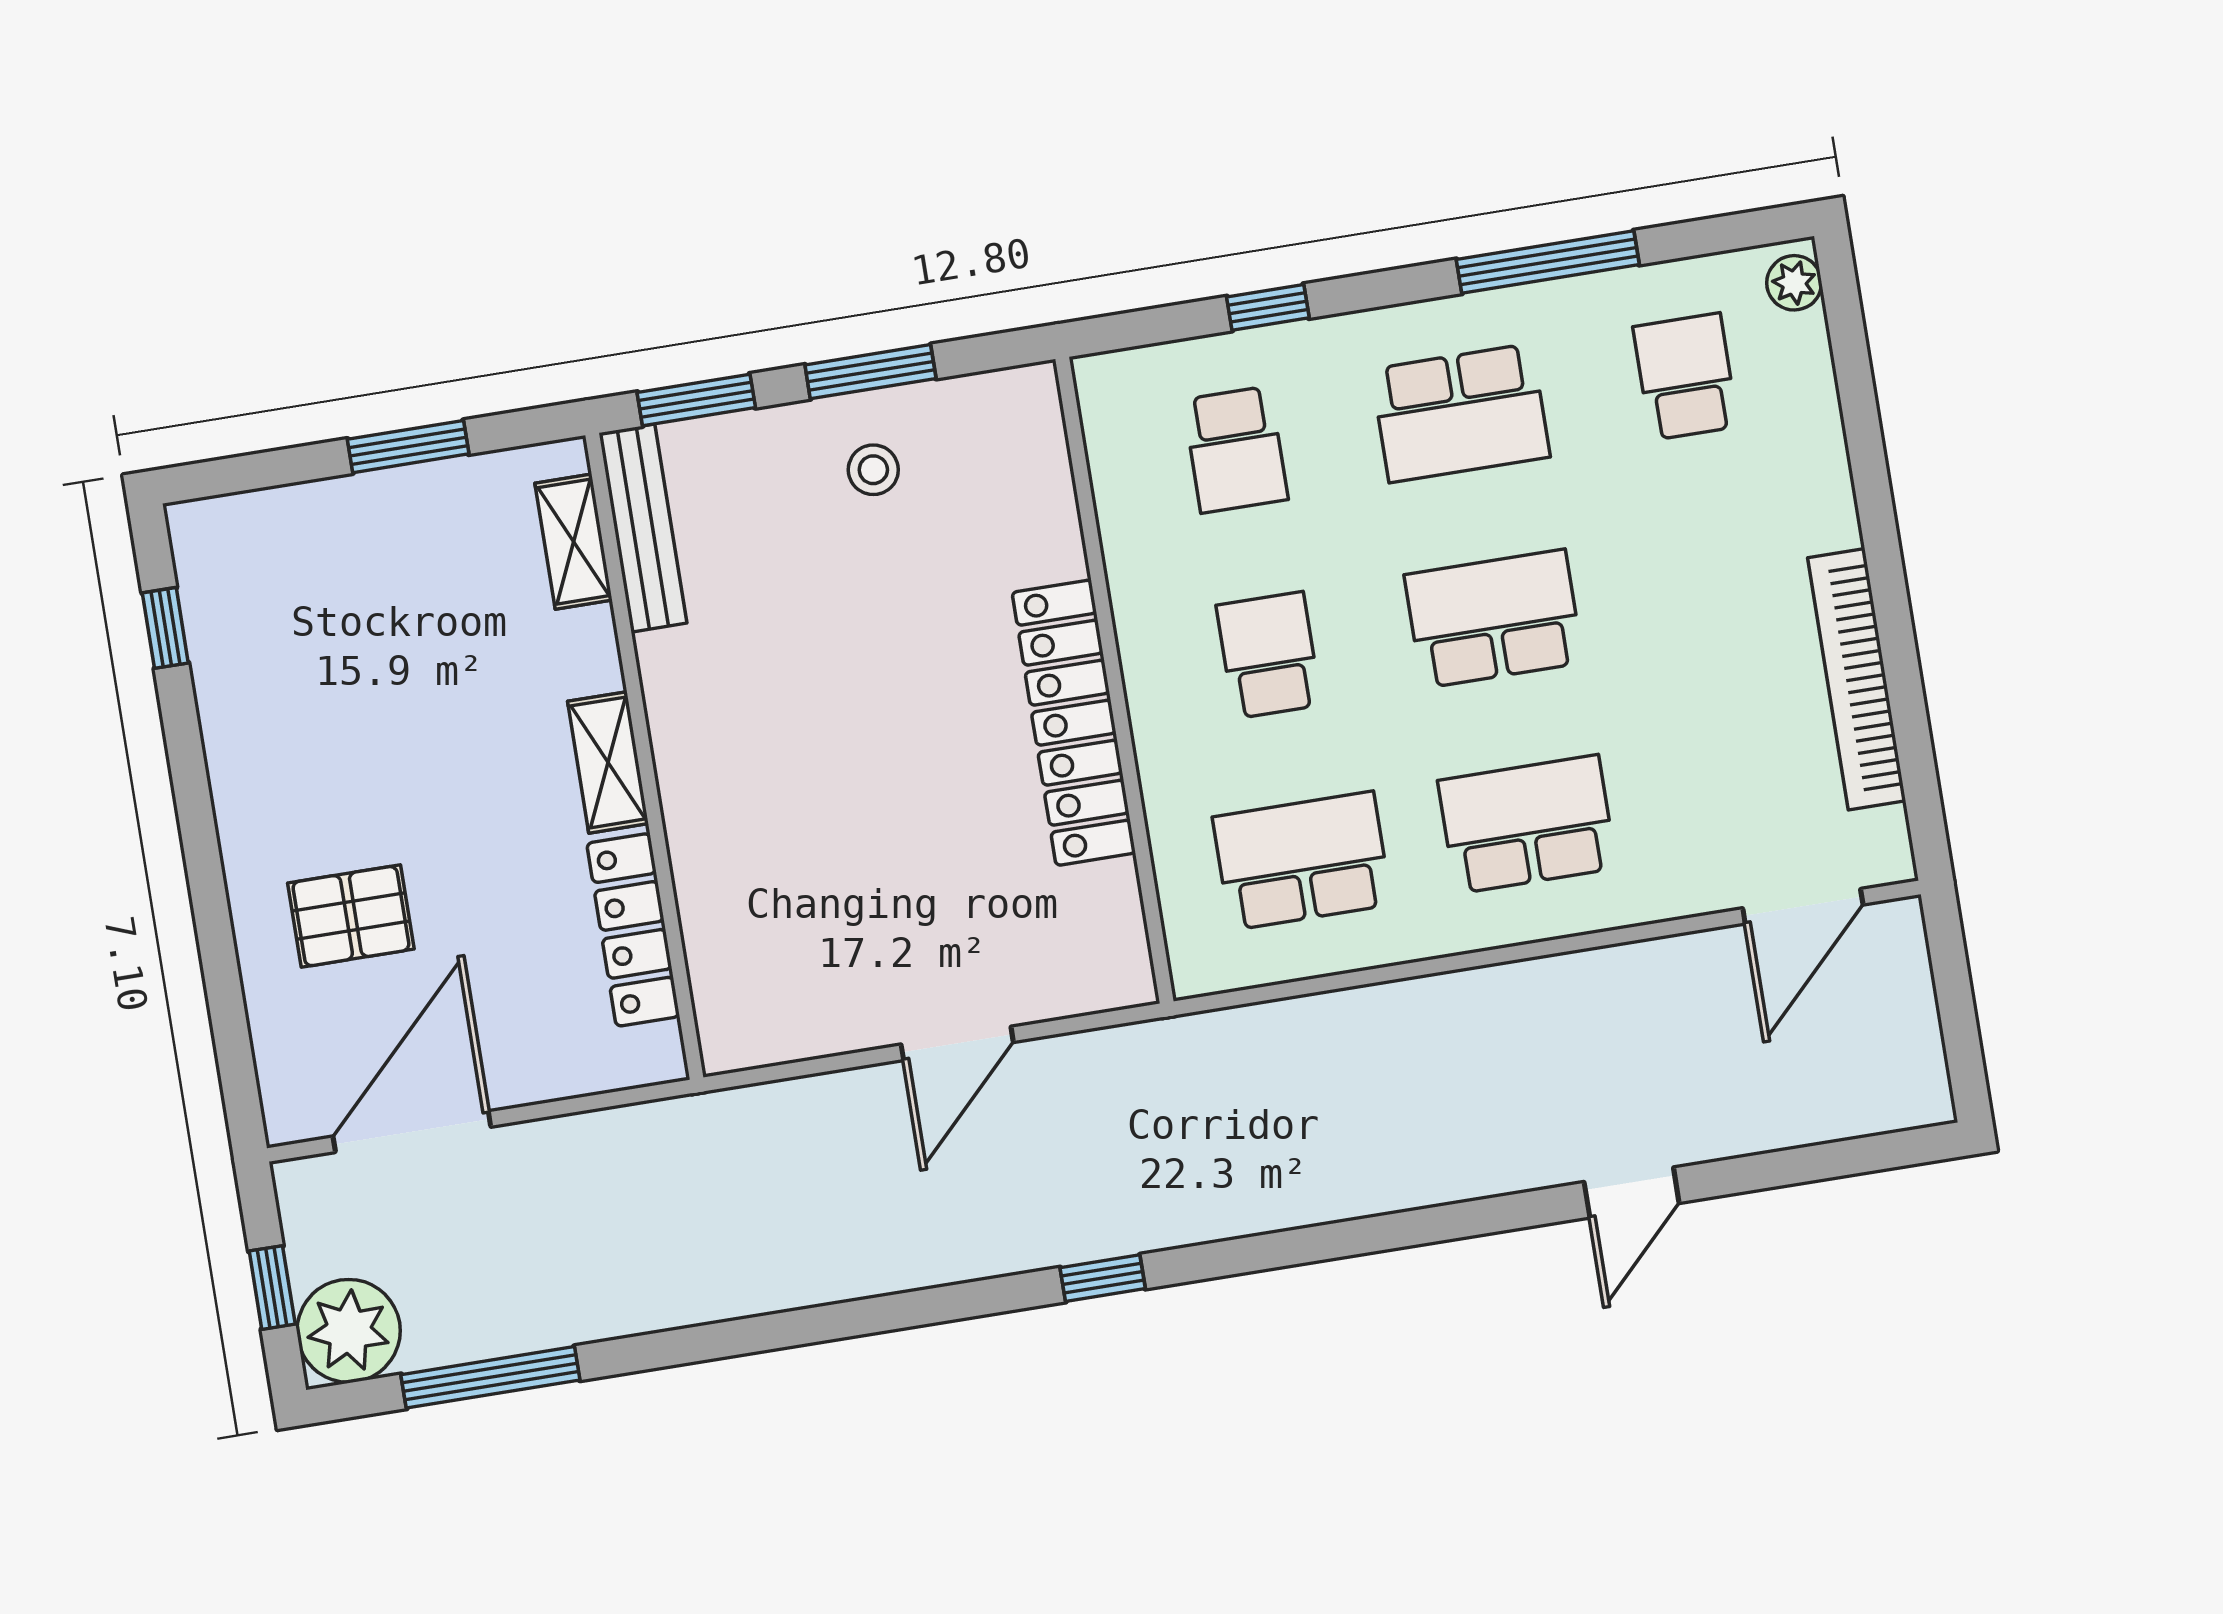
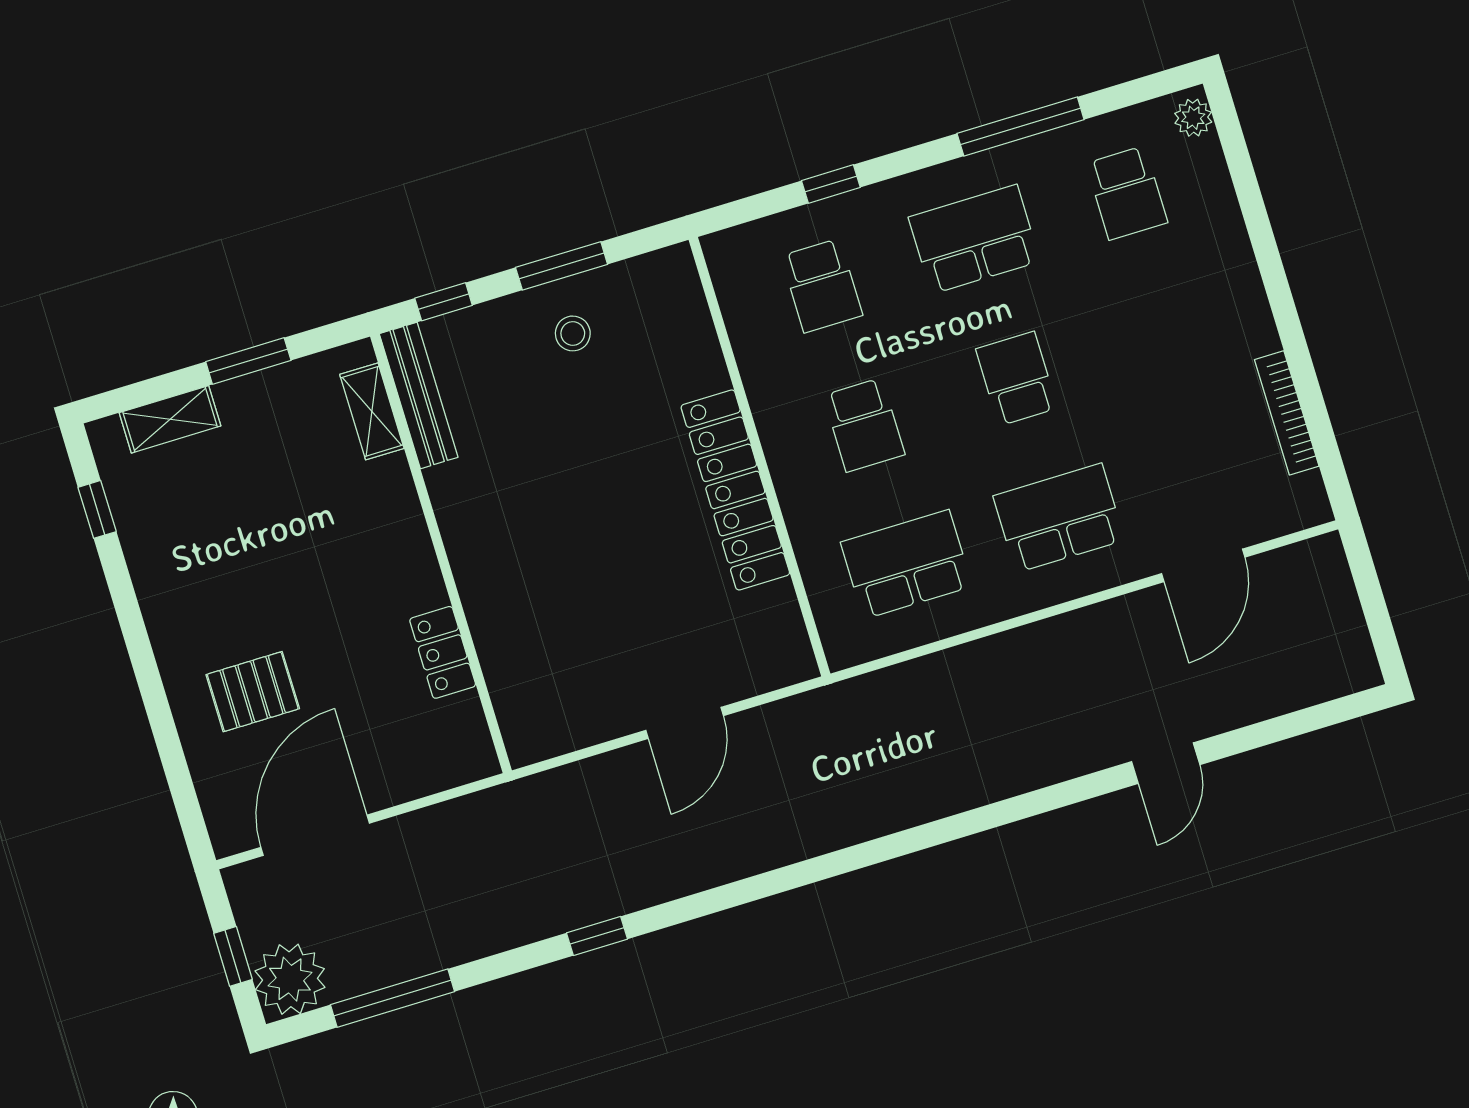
school desk: (1686, 377) -> (1127, 193), turned 180
window: (696, 400) -> (444, 302), width x0.67
school desk: (1460, 413) -> (974, 239), turned 180
school desk: (1494, 619) -> (1017, 379), width x0.54
school desk: (1269, 655) -> (864, 425), turned 180
bookcase: (1857, 679) -> (1287, 413), width x0.68, depth x0.76
shelving: (608, 762) -> (170, 419), moved, turned 90
door: (1803, 906) -> (1203, 565), moved
locker: (633, 930) -> (443, 652), width x0.66
window: (1103, 1278) -> (597, 936), moved

